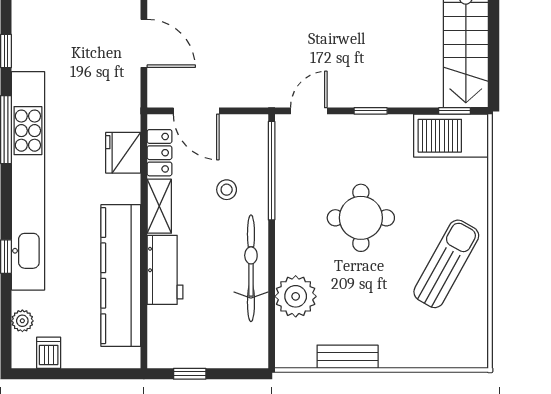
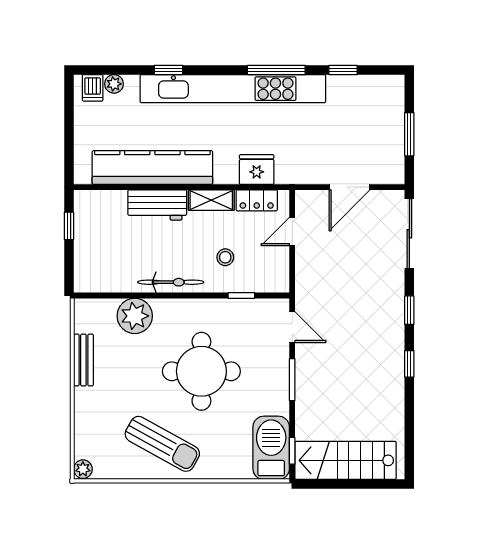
door: (196, 111) -> (292, 231), width x0.73
window: (371, 111) -> (292, 380), width x1.50
window: (272, 171) -> (241, 295), width x0.32
round table: (361, 218) -> (201, 371), width x1.36, depth x1.36
bicycle: (251, 268) -> (171, 282), width x0.73, depth x0.71
dishwasher: (49, 353) -> (93, 88), moved, turned 90
plant: (476, 357) -> (83, 469), added

